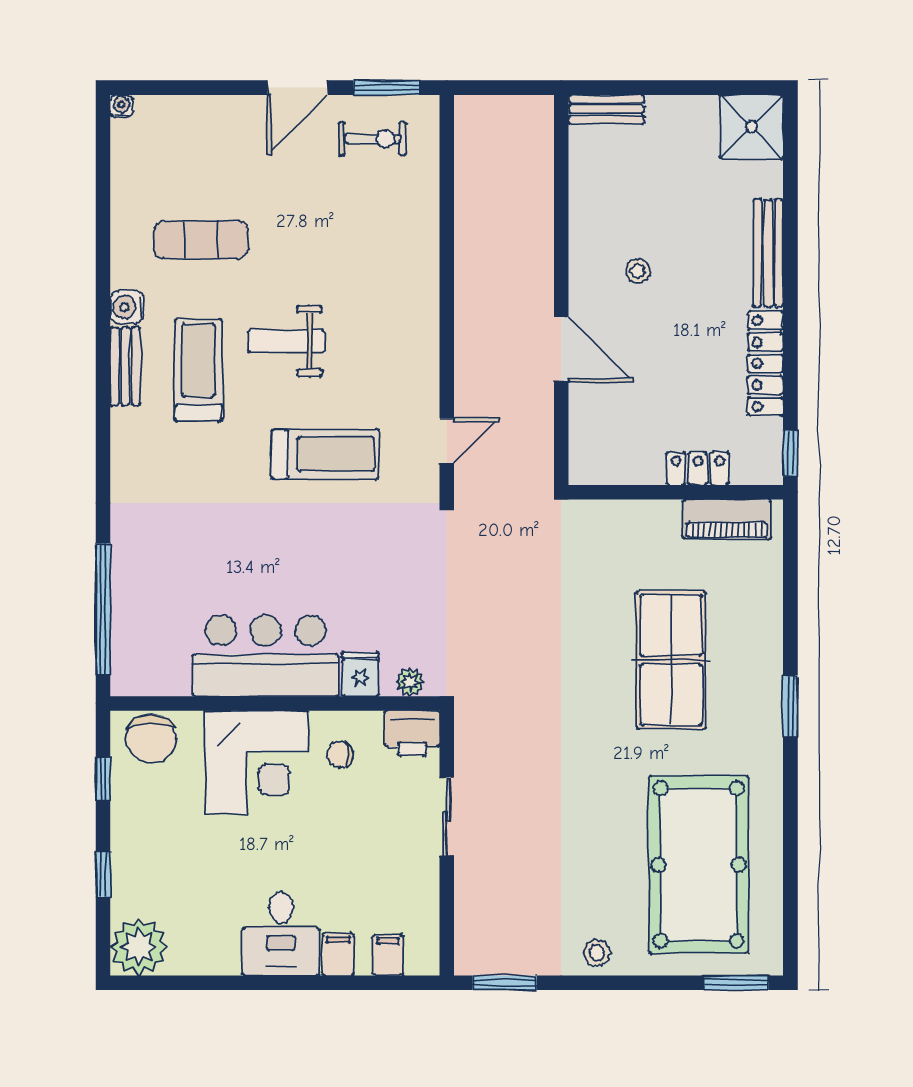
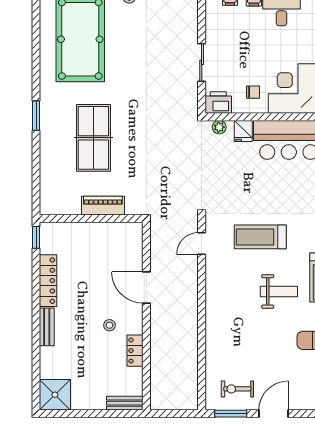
bench: (768, 253) -> (47, 327), width x0.73
locker: (698, 468) -> (135, 351), moved, turned 90
piano: (727, 519) -> (103, 206), moved

